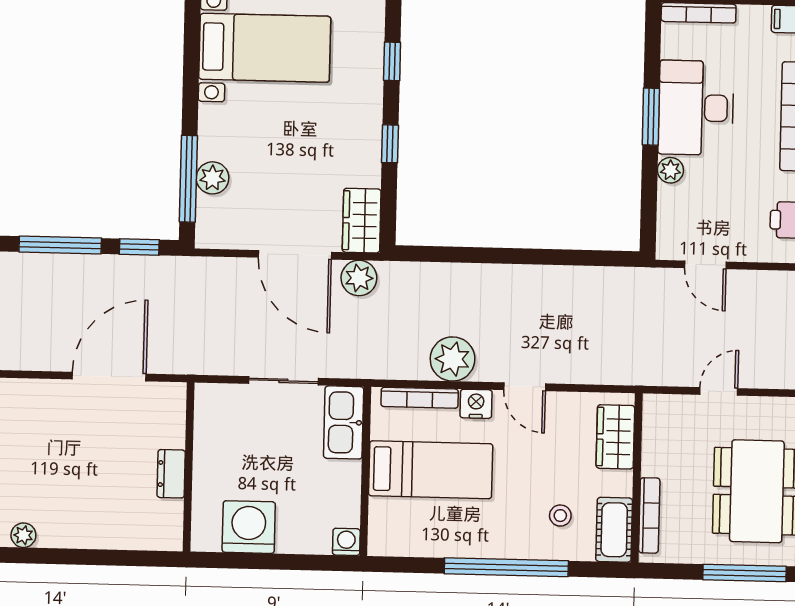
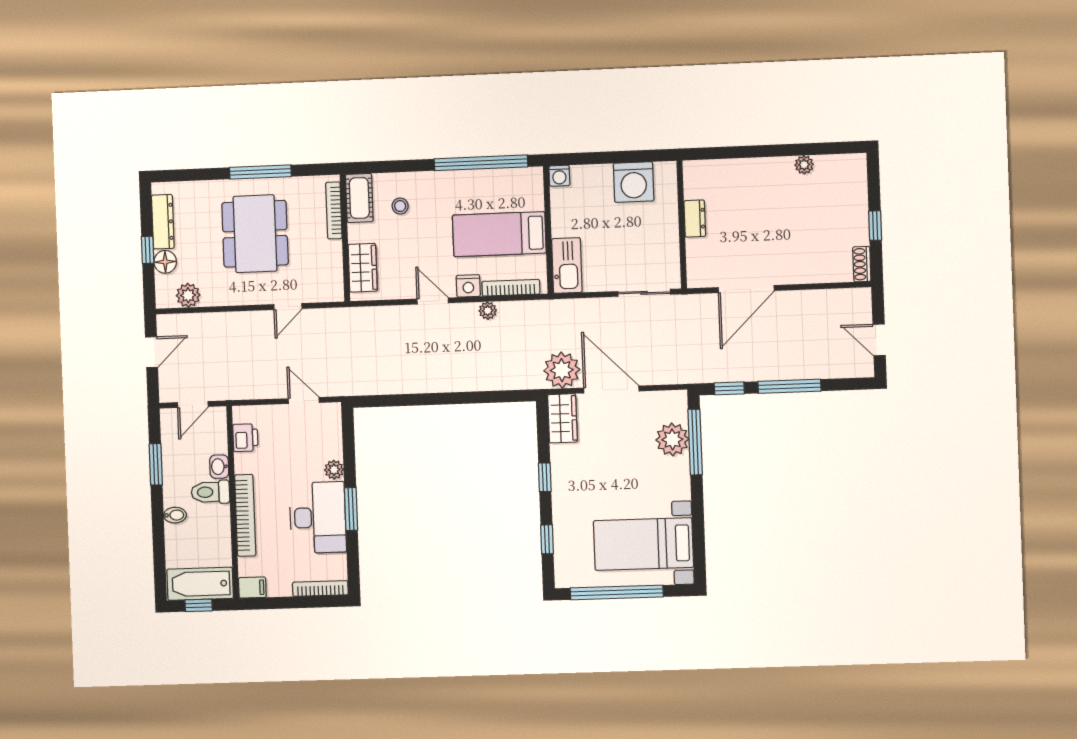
plant: (213, 178) -> (672, 439), width x1.36, depth x1.36
plant: (359, 278) -> (562, 370), width x1.36, depth x1.36
plant: (453, 359) -> (488, 311), width x0.53, depth x0.53
sliding door: (283, 381) -> (644, 293), moved
window: (506, 567) -> (481, 163), moved

